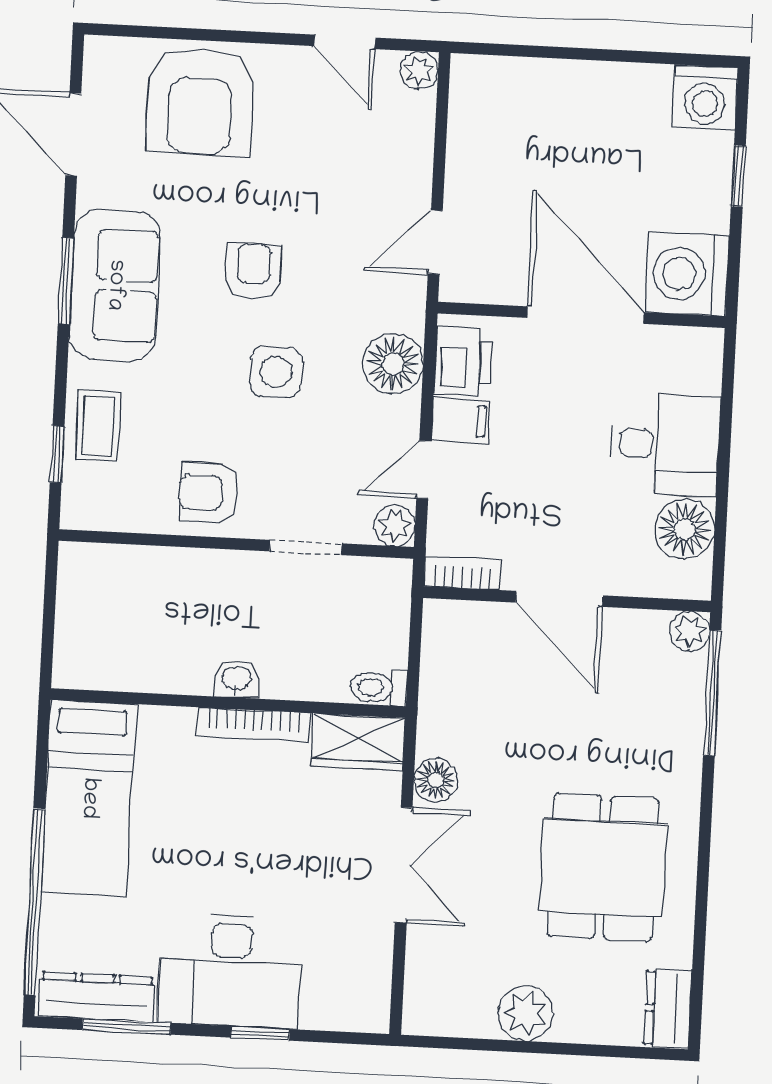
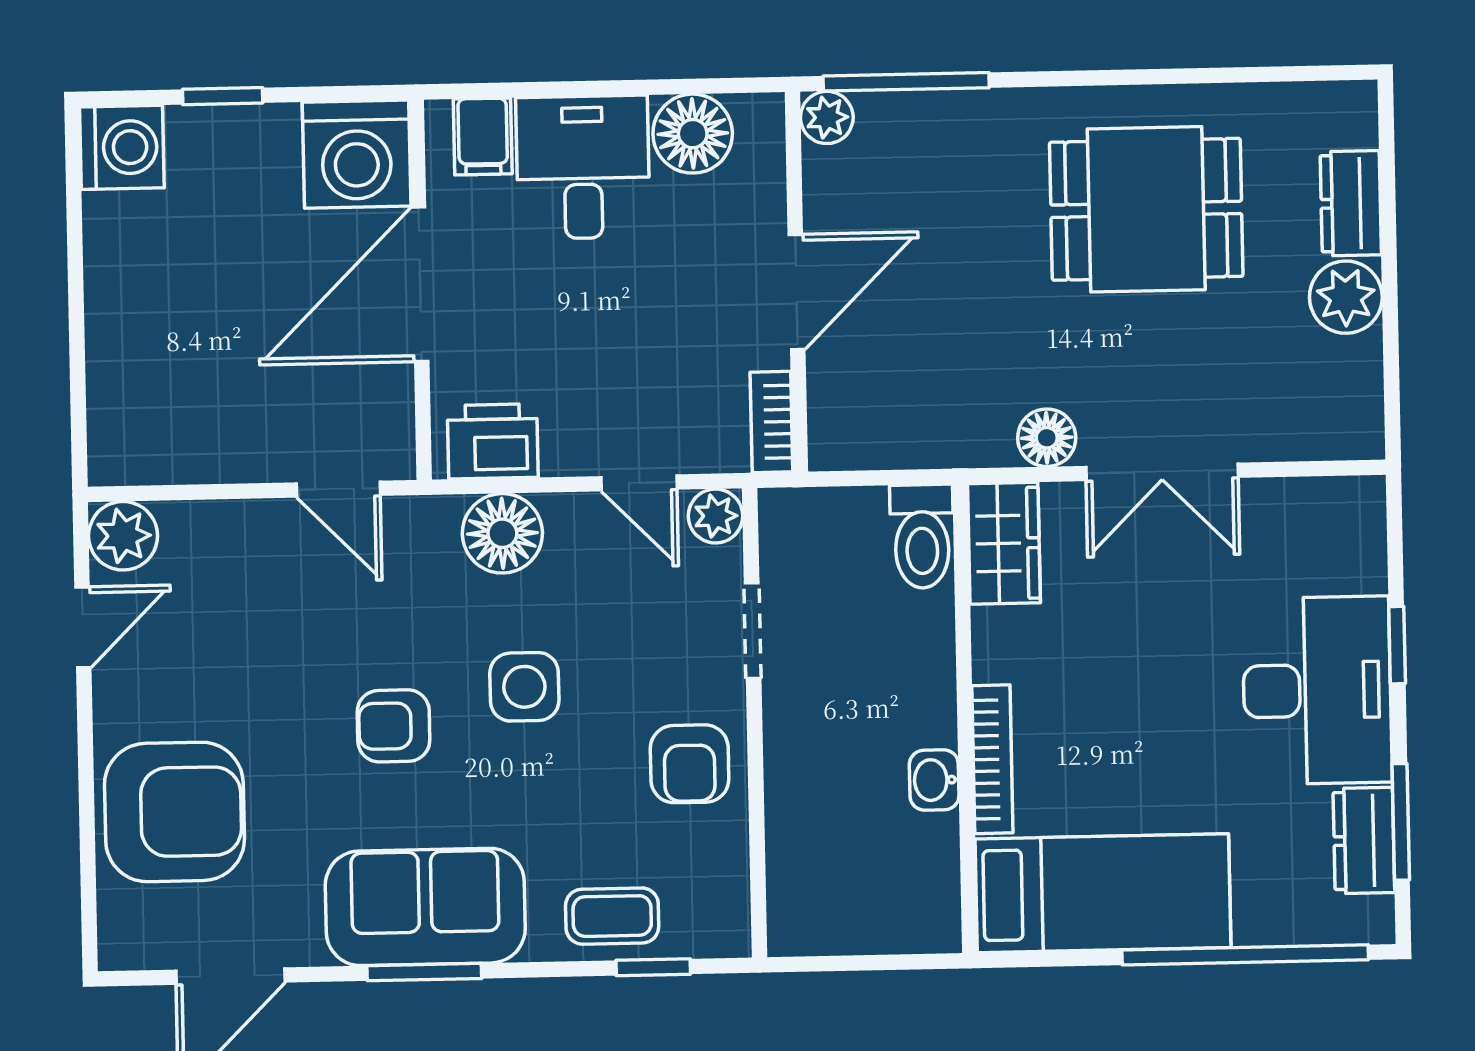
plant: (419, 70) -> (123, 536), width x1.38, depth x1.38
filing cabinet: (461, 421) -> (483, 136), moved, turned 180
washbasin: (236, 679) -> (934, 780), moved
toilet: (379, 687) -> (922, 536), width x1.37, depth x1.39
bookcase: (253, 724) -> (992, 759), moved
double door: (404, 865) -> (1162, 472), swing flipped
dresser: (97, 997) -> (1364, 841), width x0.70
dresser: (668, 1009) -> (1351, 203), moved, turned 90

